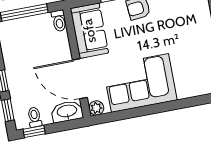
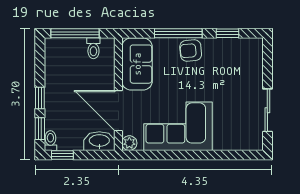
toilet: (59, 21) -> (93, 48), moved
toilet: (35, 117) -> (50, 141), moved

